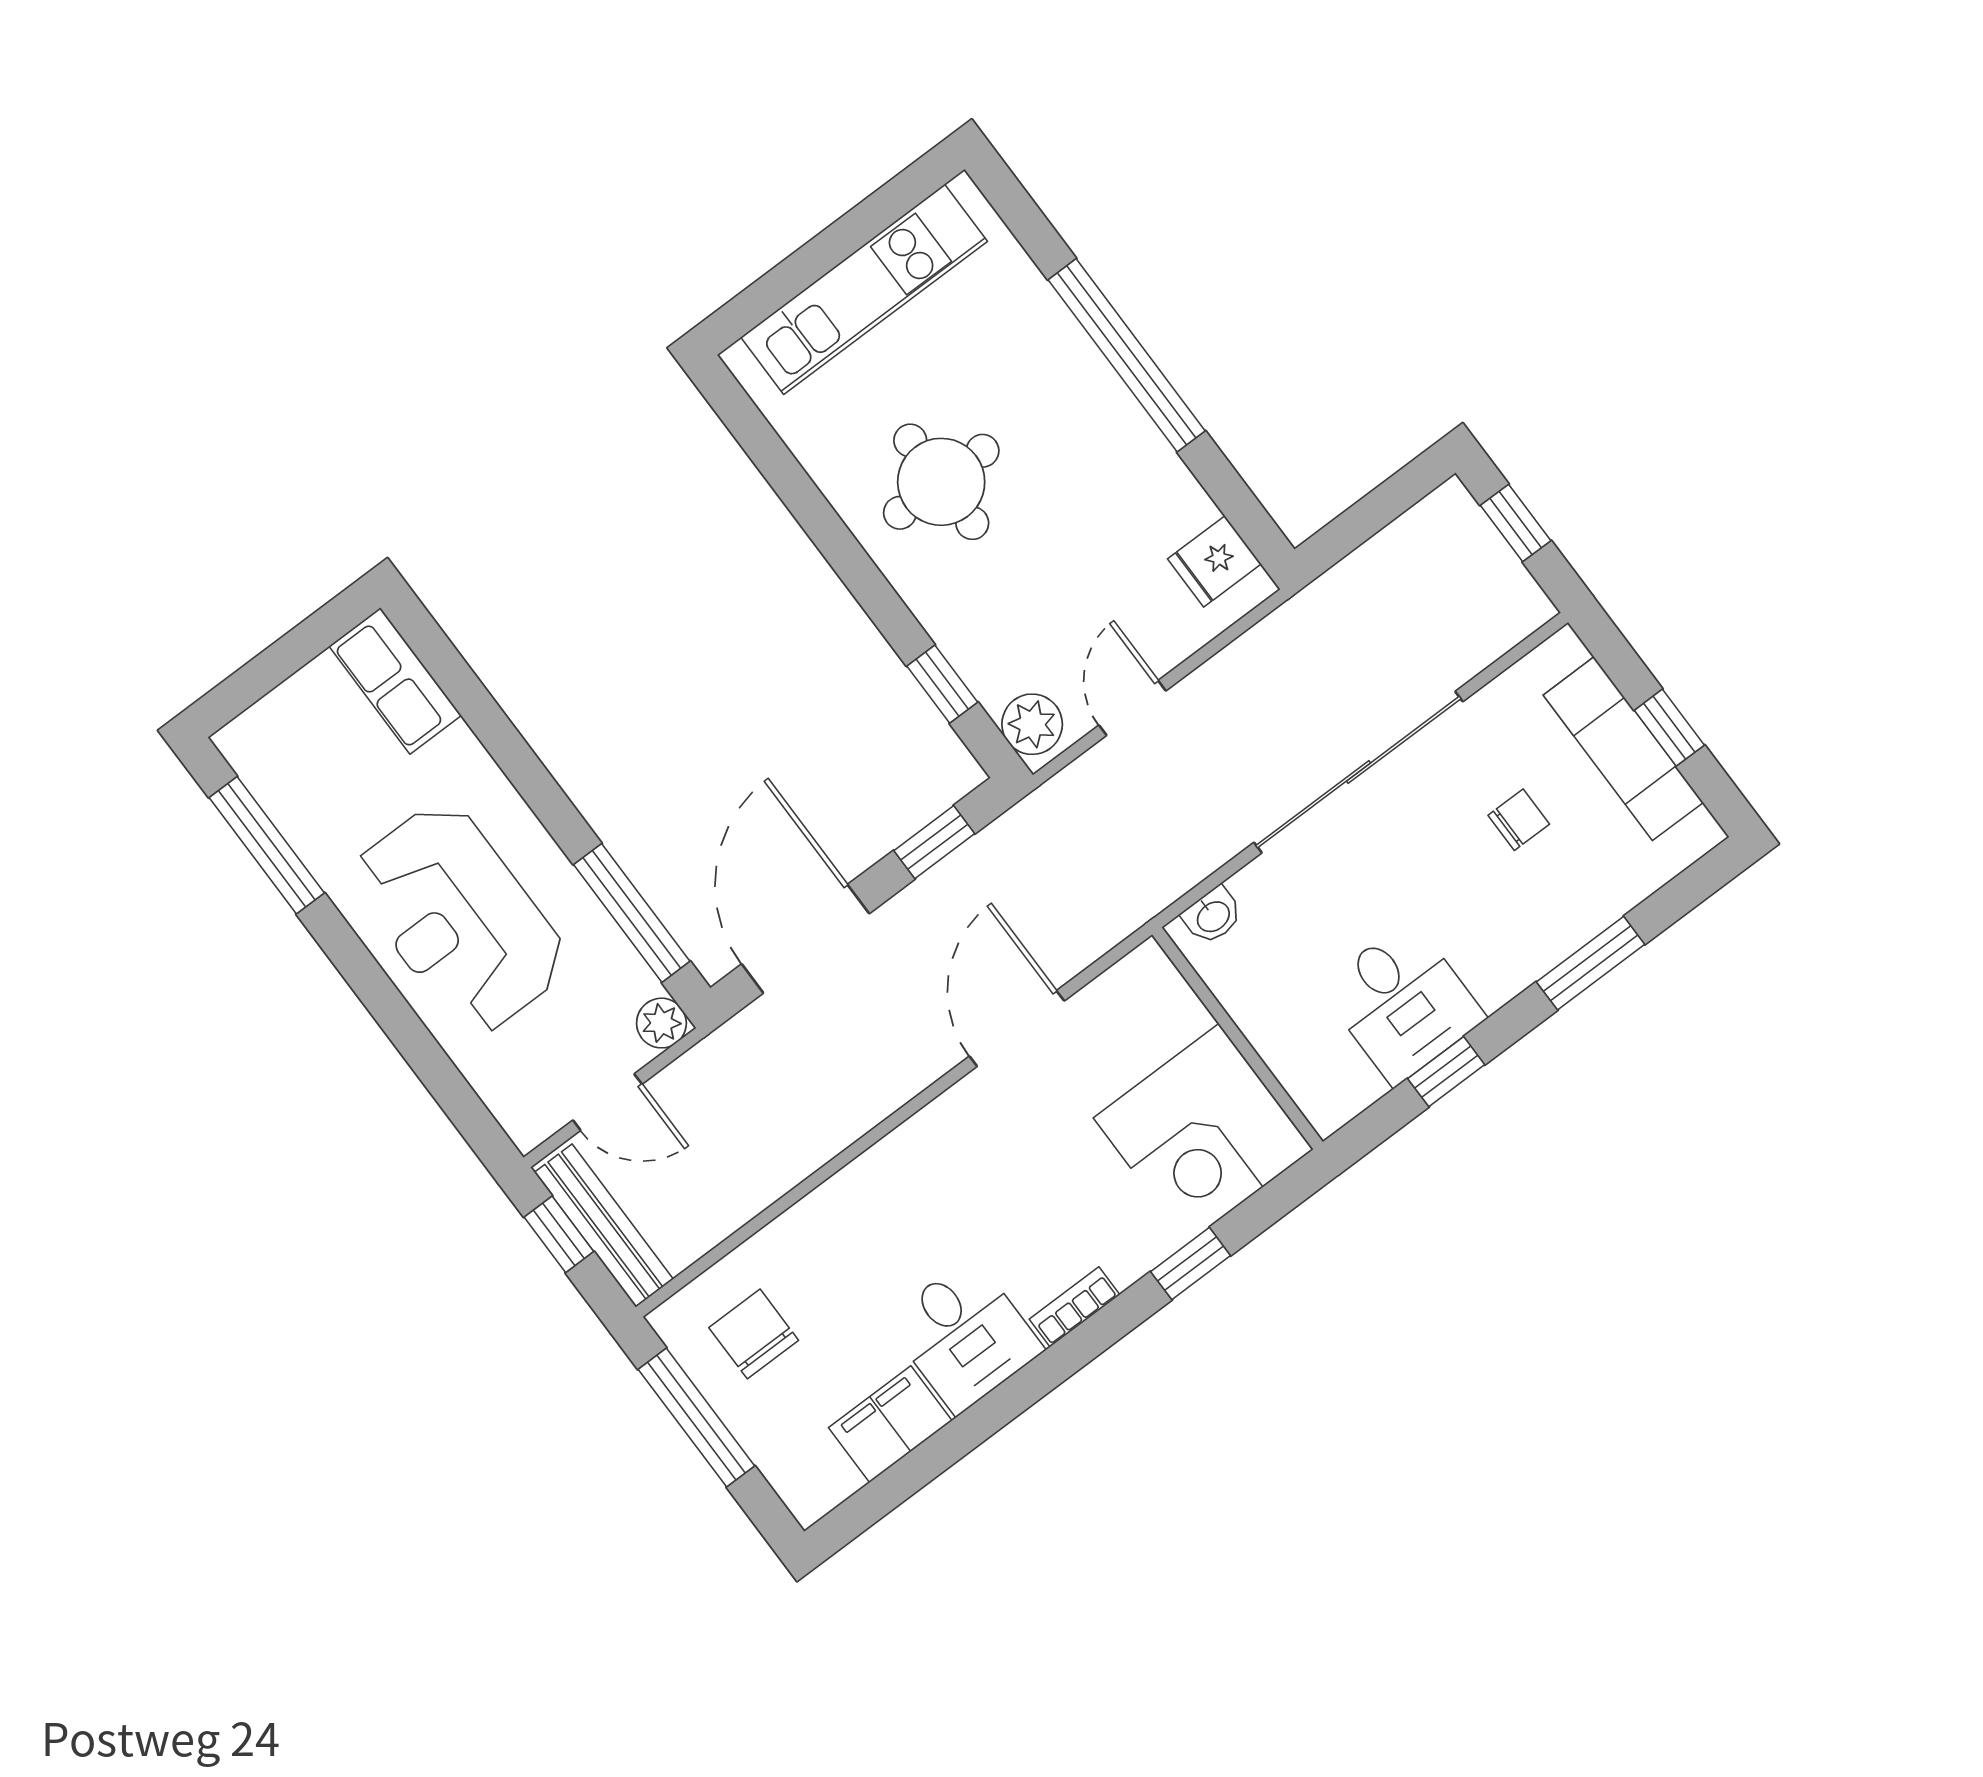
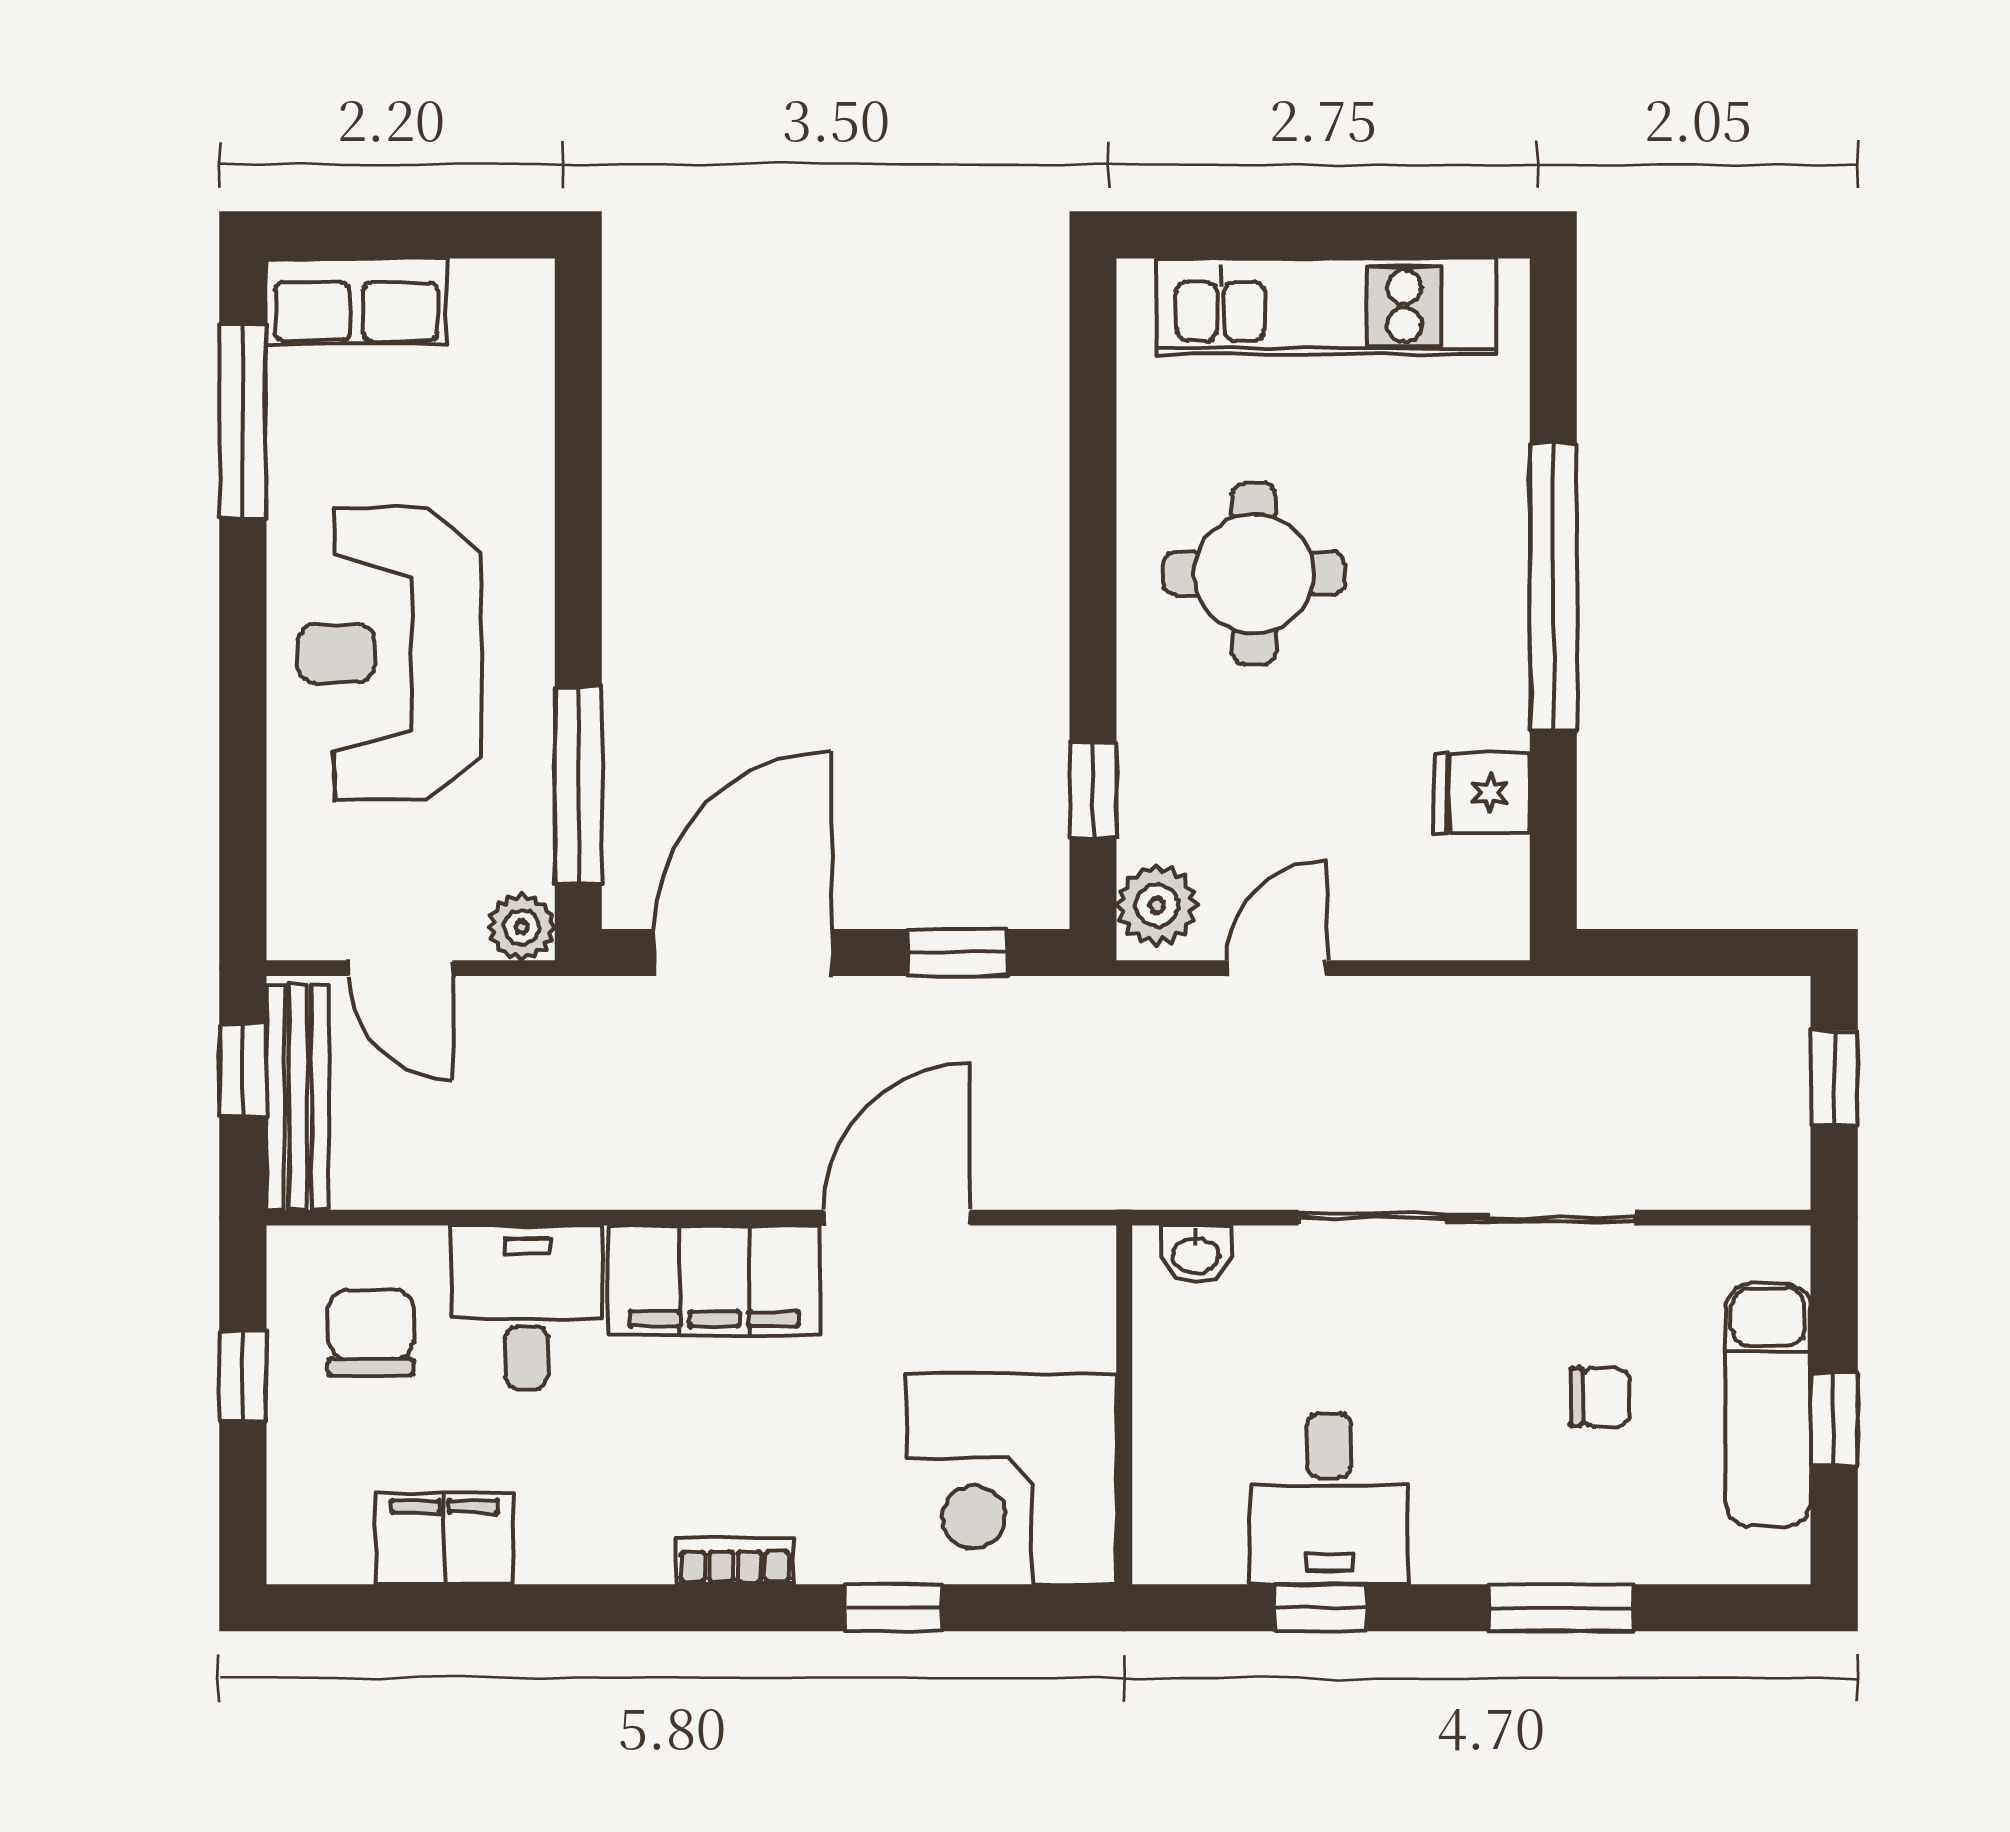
fridge: (1214, 561) -> (1482, 793), moved
row of seats: (395, 681) -> (356, 301), moved, turned -90
filing cabinet: (936, 1148) -> (714, 1280), added
desk: (964, 1335) -> (527, 1307), moved, turned 180
window: (696, 1418) -> (243, 1376), width x0.46

